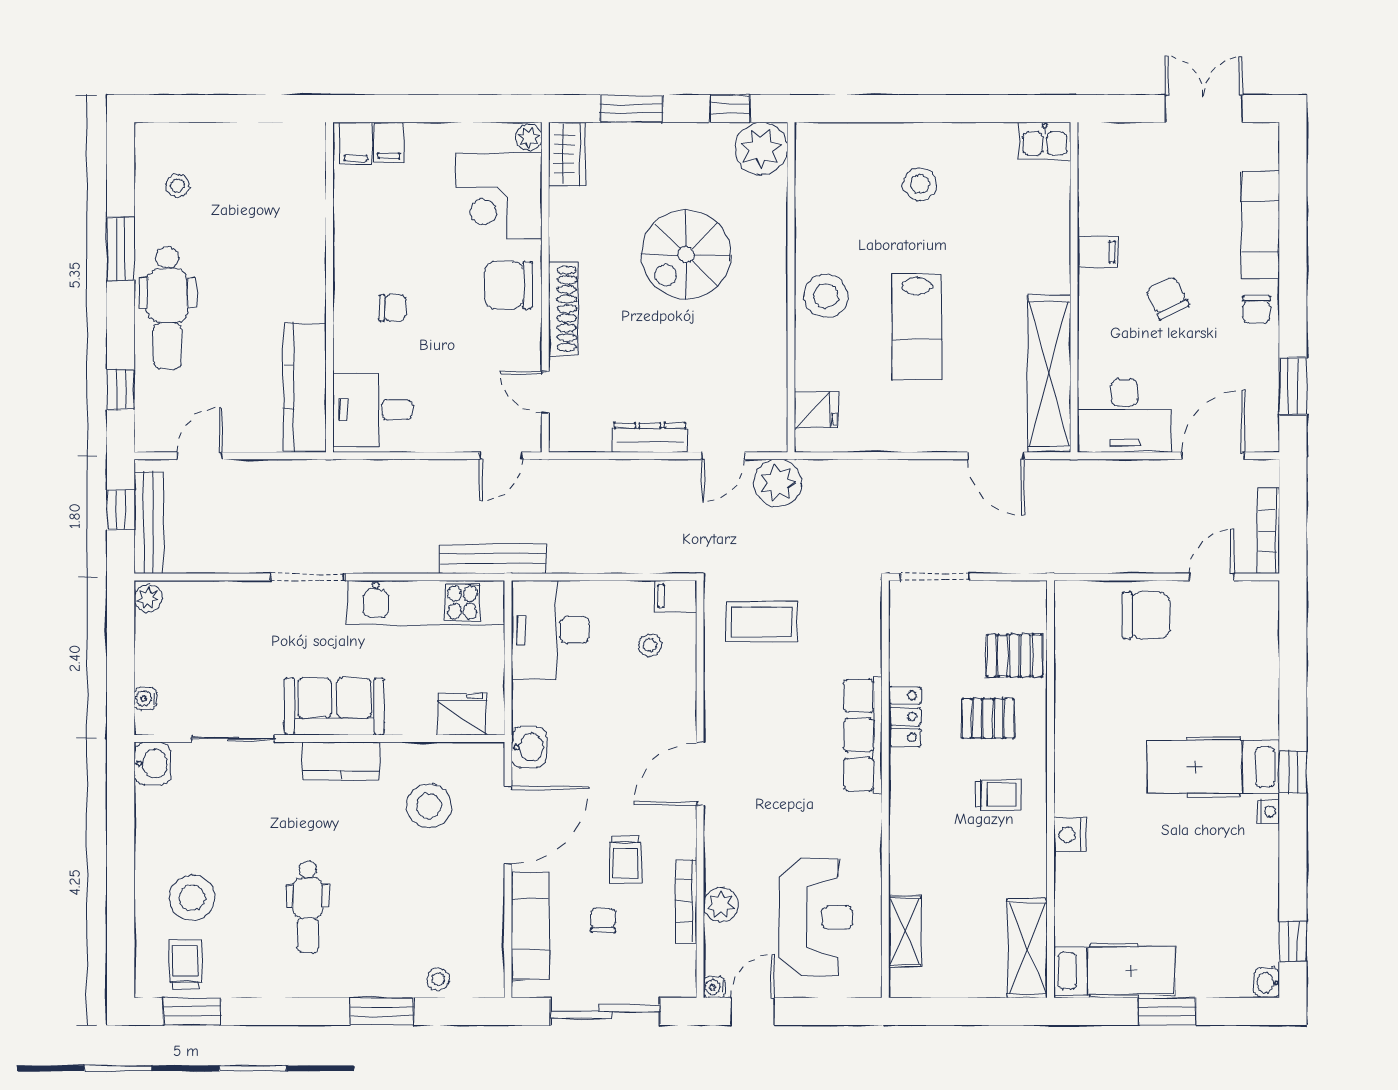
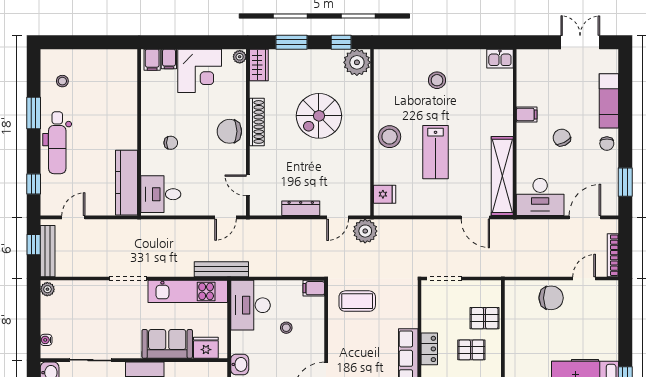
corner desk: (499, 196) -> (200, 71), moved, turned -90
shoe rack: (563, 309) -> (257, 122), moved
stool: (650, 645) -> (286, 328), moved
sofa: (334, 707) -> (167, 344), moved

